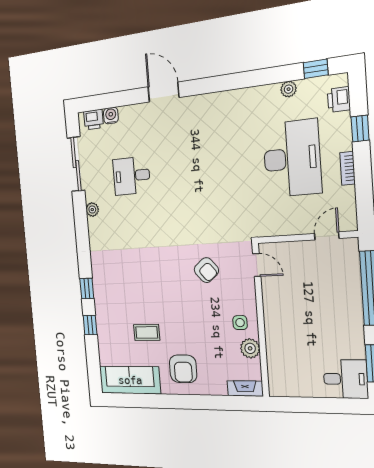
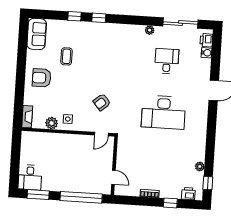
desk: (292, 159) -> (163, 112), moved
sofa: (130, 380) -> (37, 34), width x0.73

